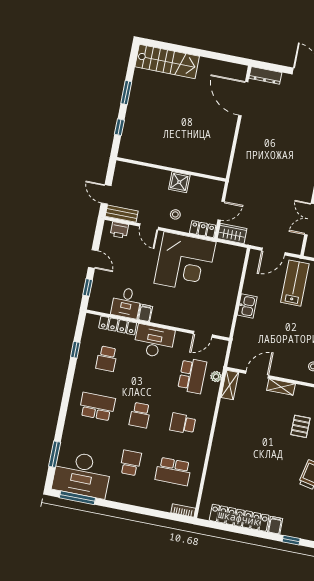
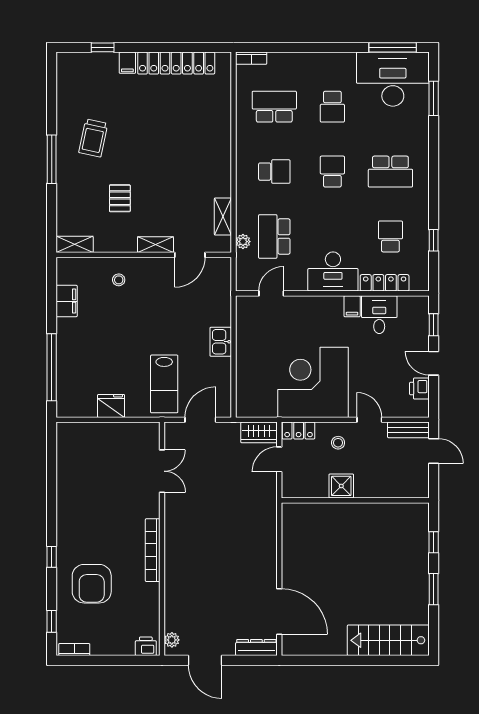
printer: (119, 230) -> (419, 389), moved, turned -90
shelving: (230, 385) -> (223, 217), moved

